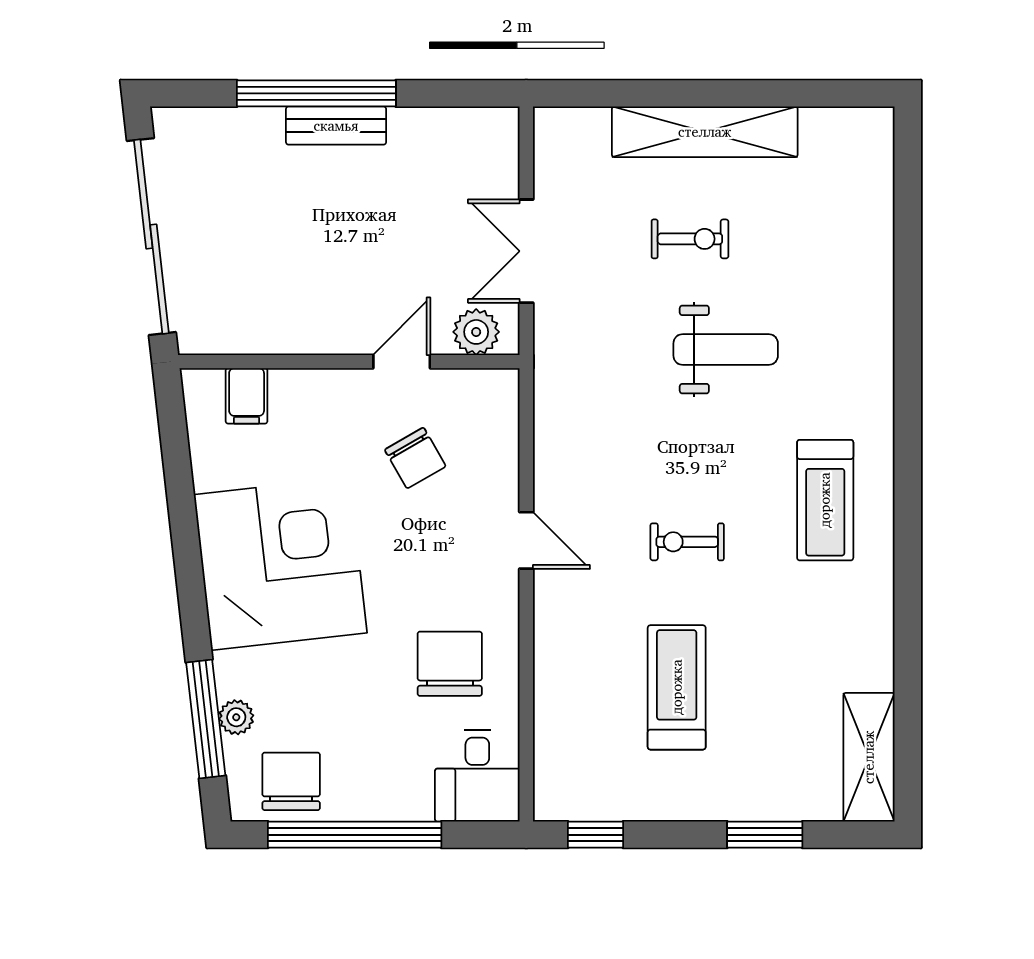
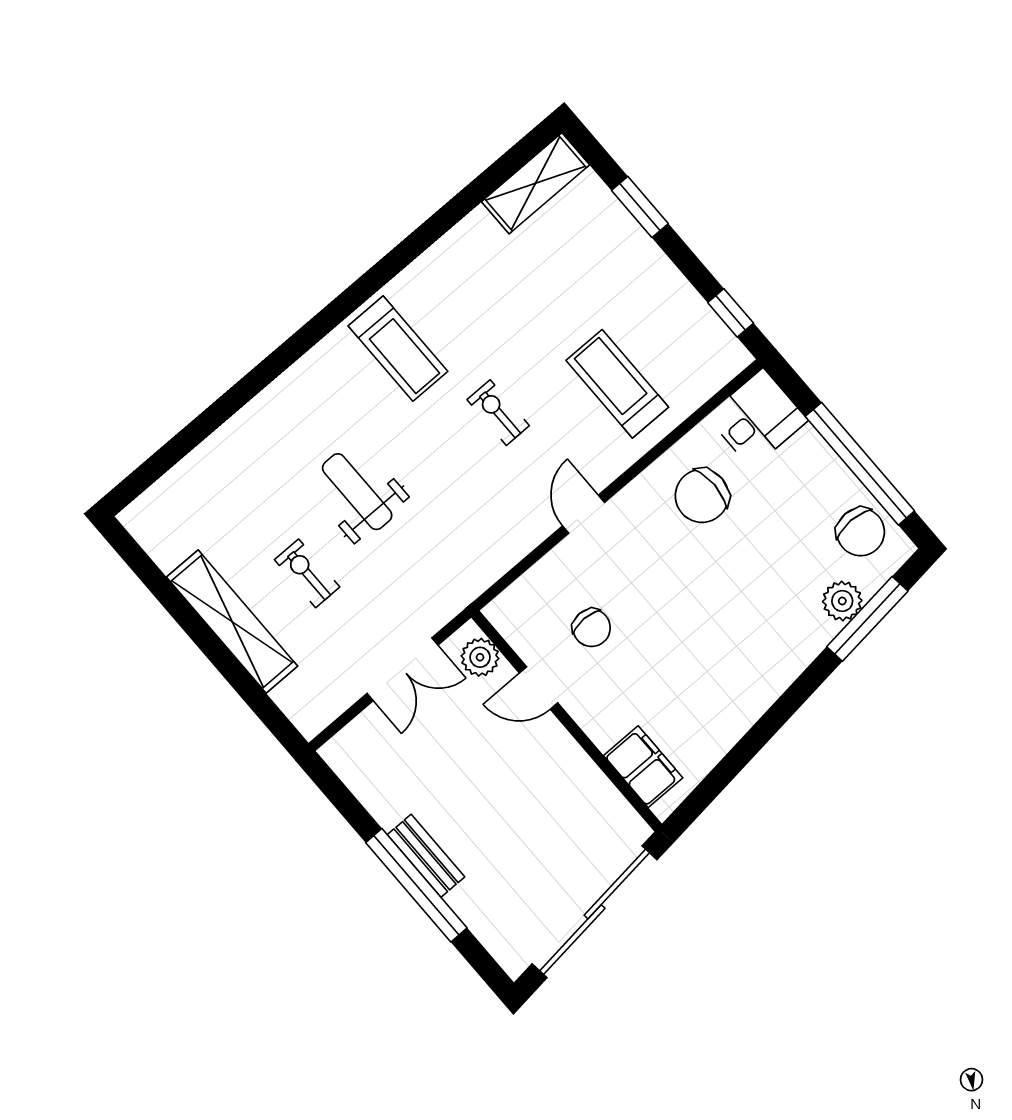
filing cabinet: (247, 396) -> (643, 767), width x2.00
chair: (415, 458) -> (592, 628), turned 120
treadmill: (825, 500) -> (398, 349), turned 90
exercise bike: (687, 542) -> (498, 413), turned 180
corner desk: (280, 564) -> (730, 655), removed
treadmill: (677, 687) -> (617, 384), moved, turned 90
plant: (236, 717) -> (842, 601), width x1.38, depth x1.38
chair: (291, 781) -> (861, 532), turned -90

